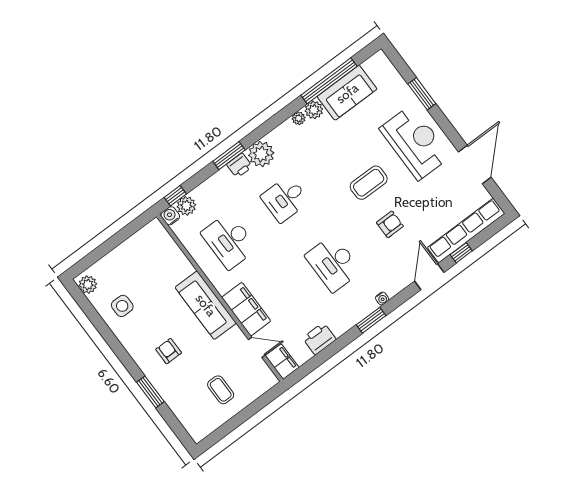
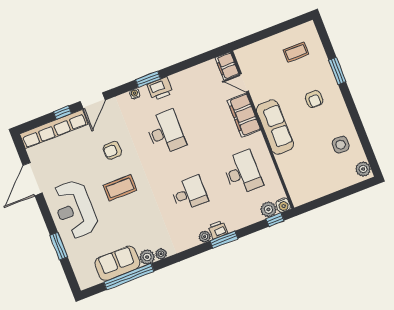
plant: (261, 154) -> (205, 237), width x0.53, depth x0.53
printer: (319, 339) -> (160, 89), moved
coffee table: (221, 390) -> (296, 52), moved, turned 90

